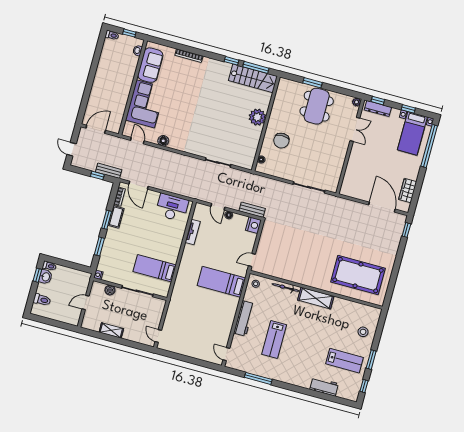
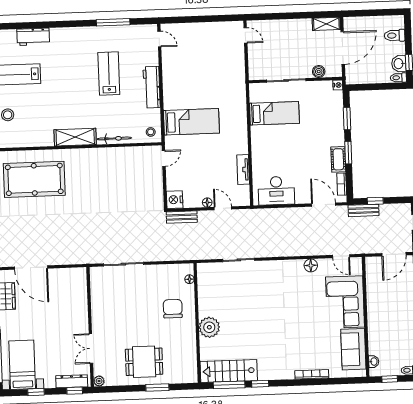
dining table: (317, 106) -> (144, 362), width x0.73
door: (86, 303) -> (343, 48), width x1.87
shelving: (111, 330) -> (326, 24), moved

